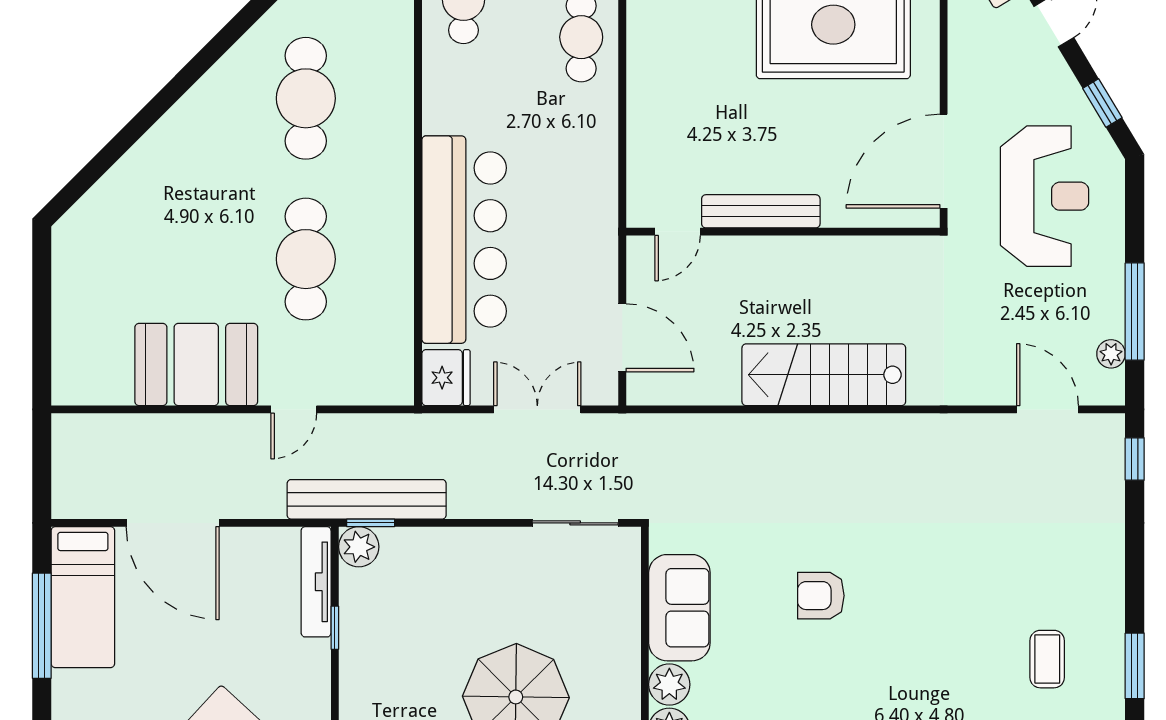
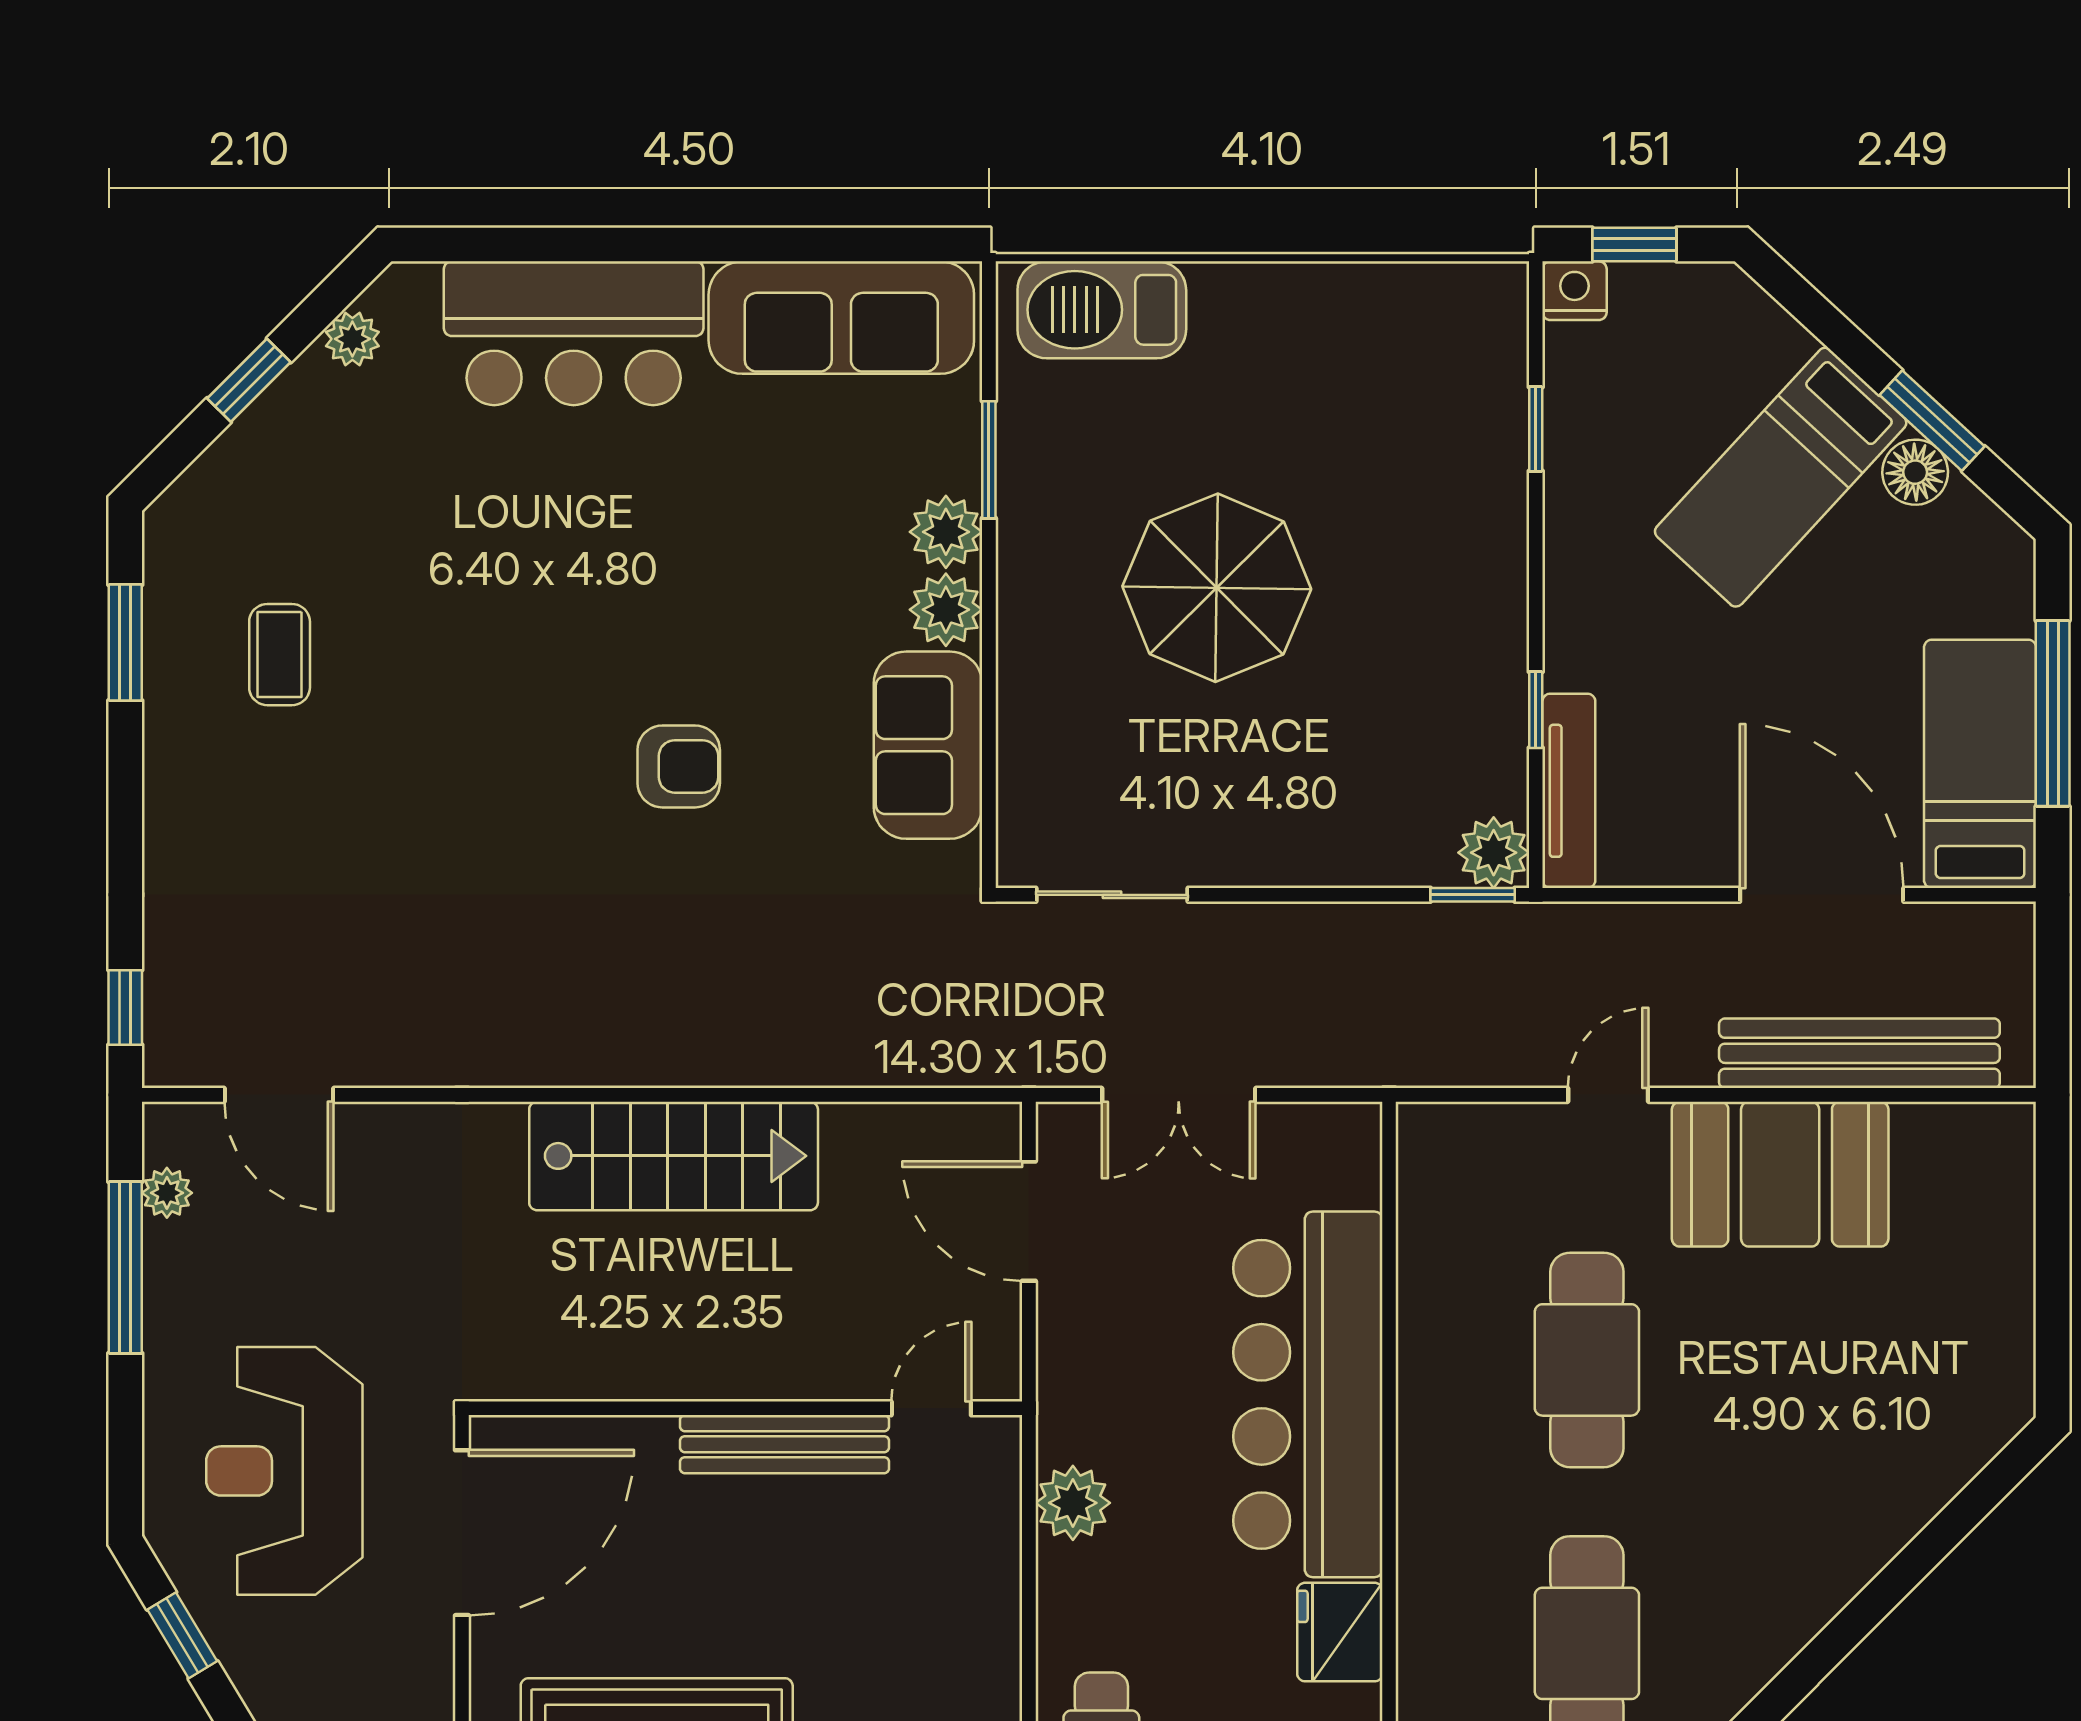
plant: (597, 178) -> (1073, 1503), added
fridge: (446, 378) -> (1340, 1632), moved
bench: (367, 499) -> (1859, 1053), moved

